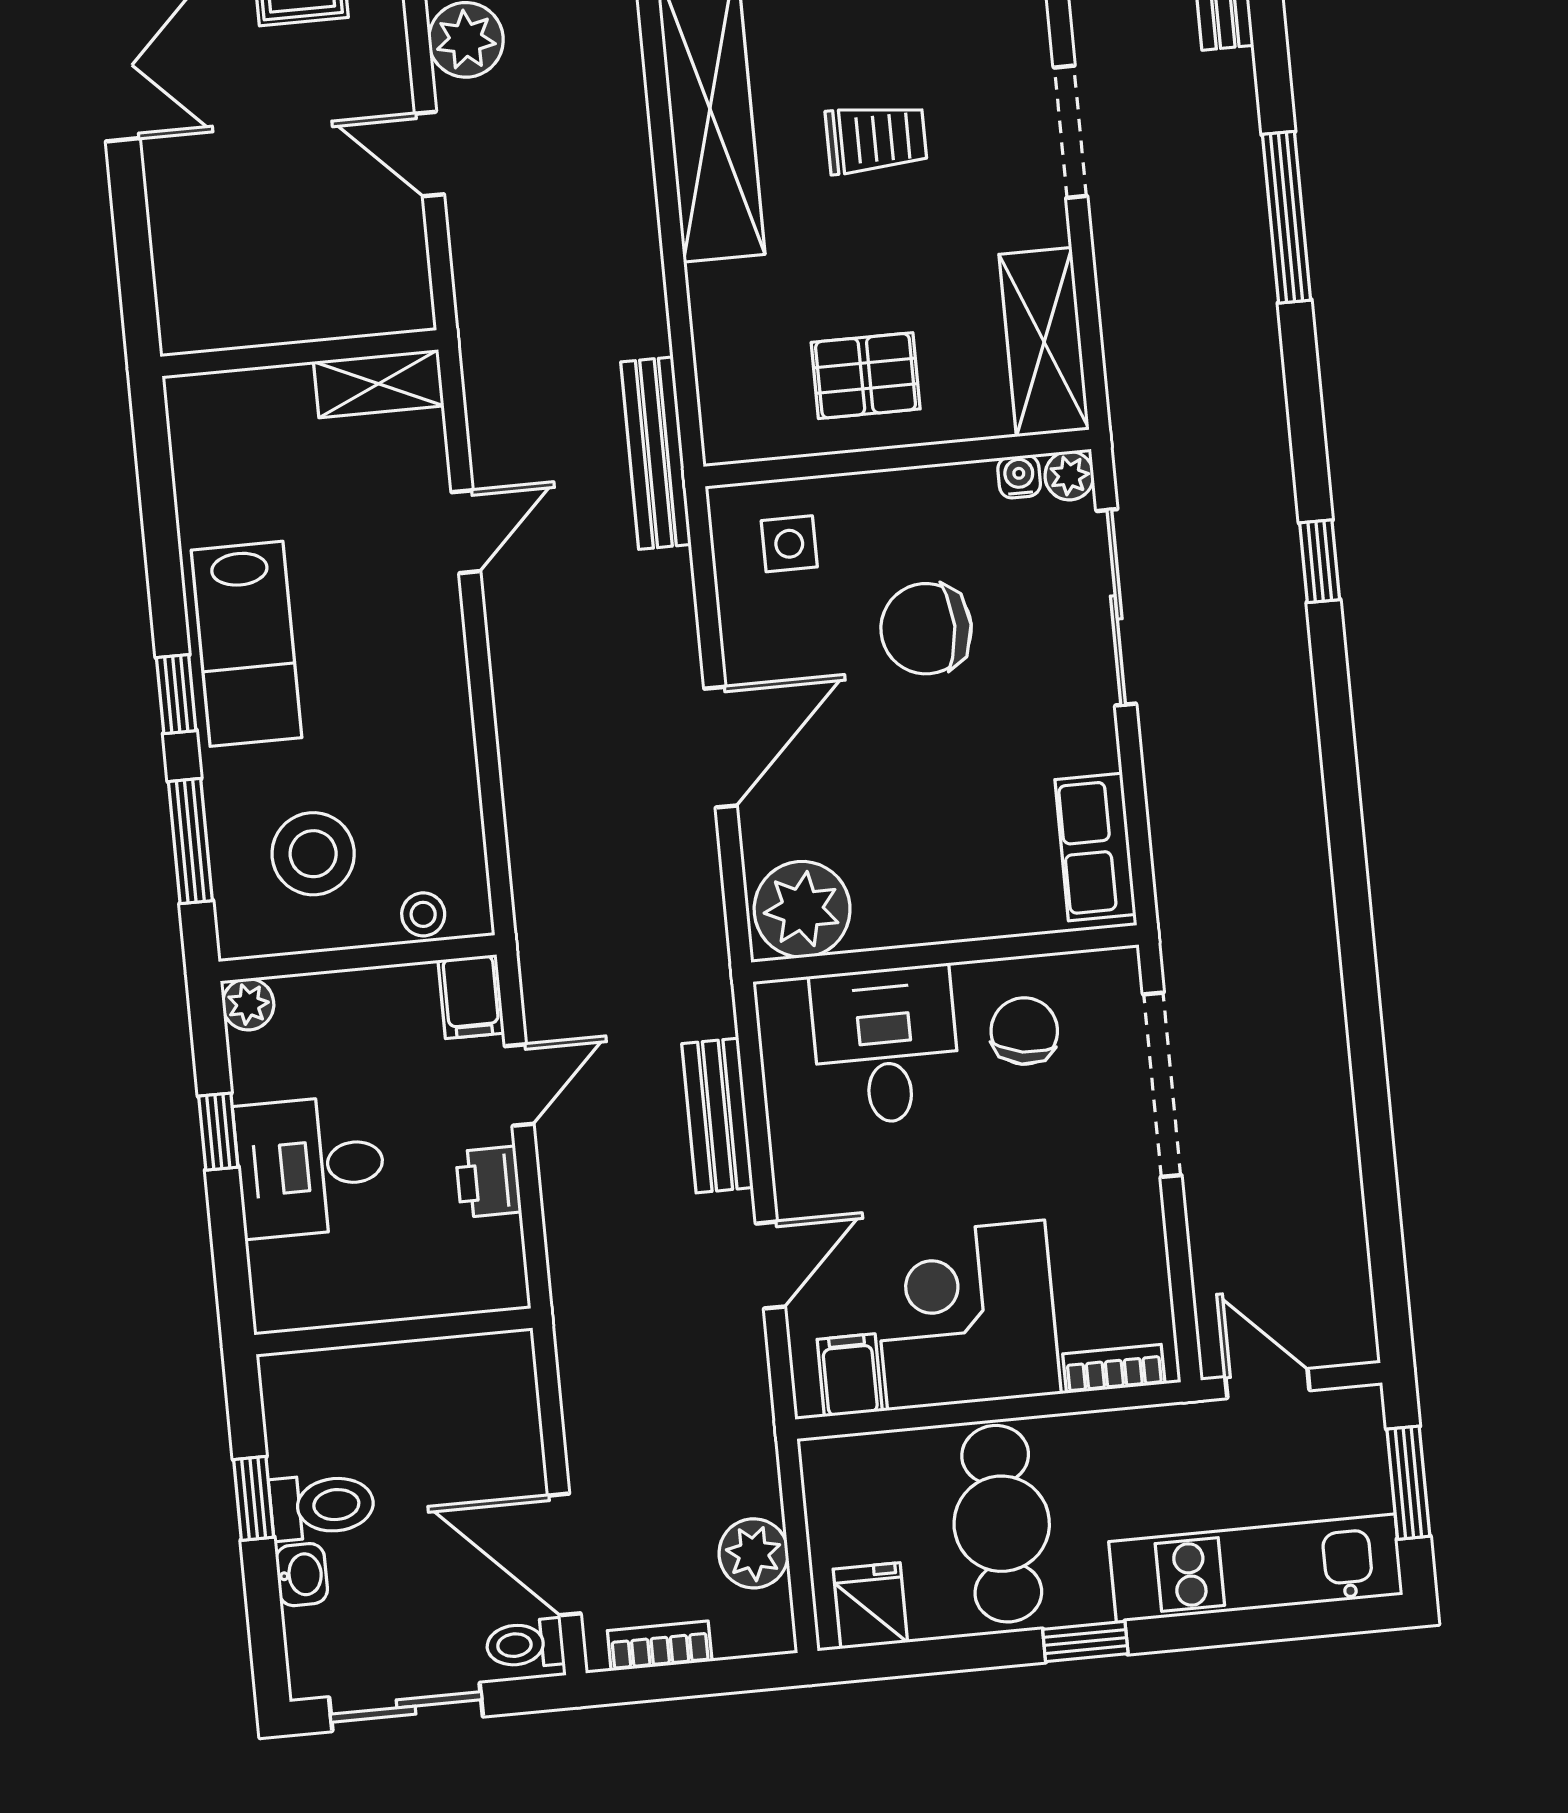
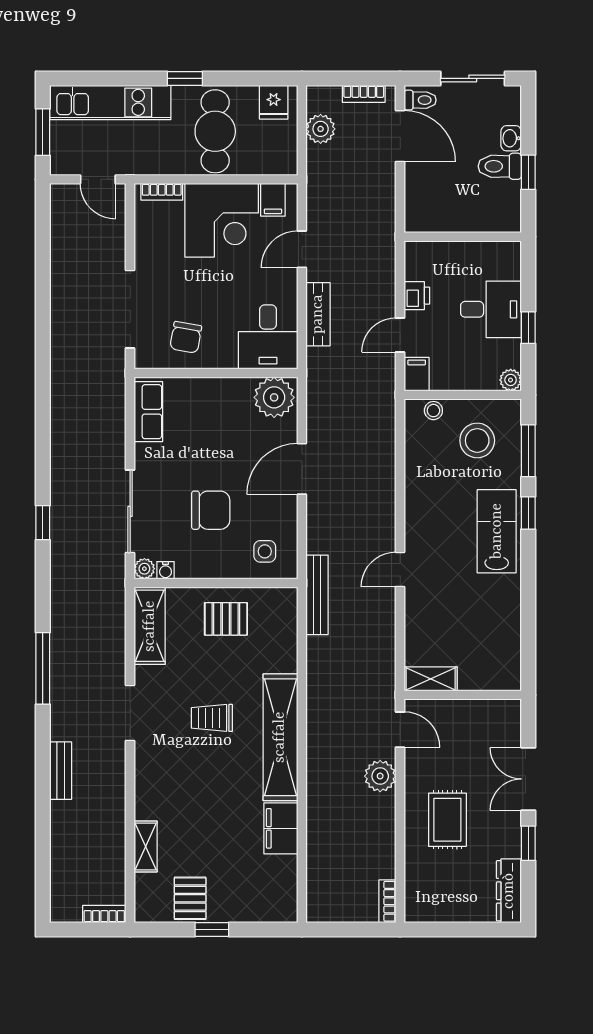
wall: (299, 353) -> (463, 695), moved
shelving: (379, 384) -> (431, 679), moved
desk: (886, 1045) -> (268, 337), moved

